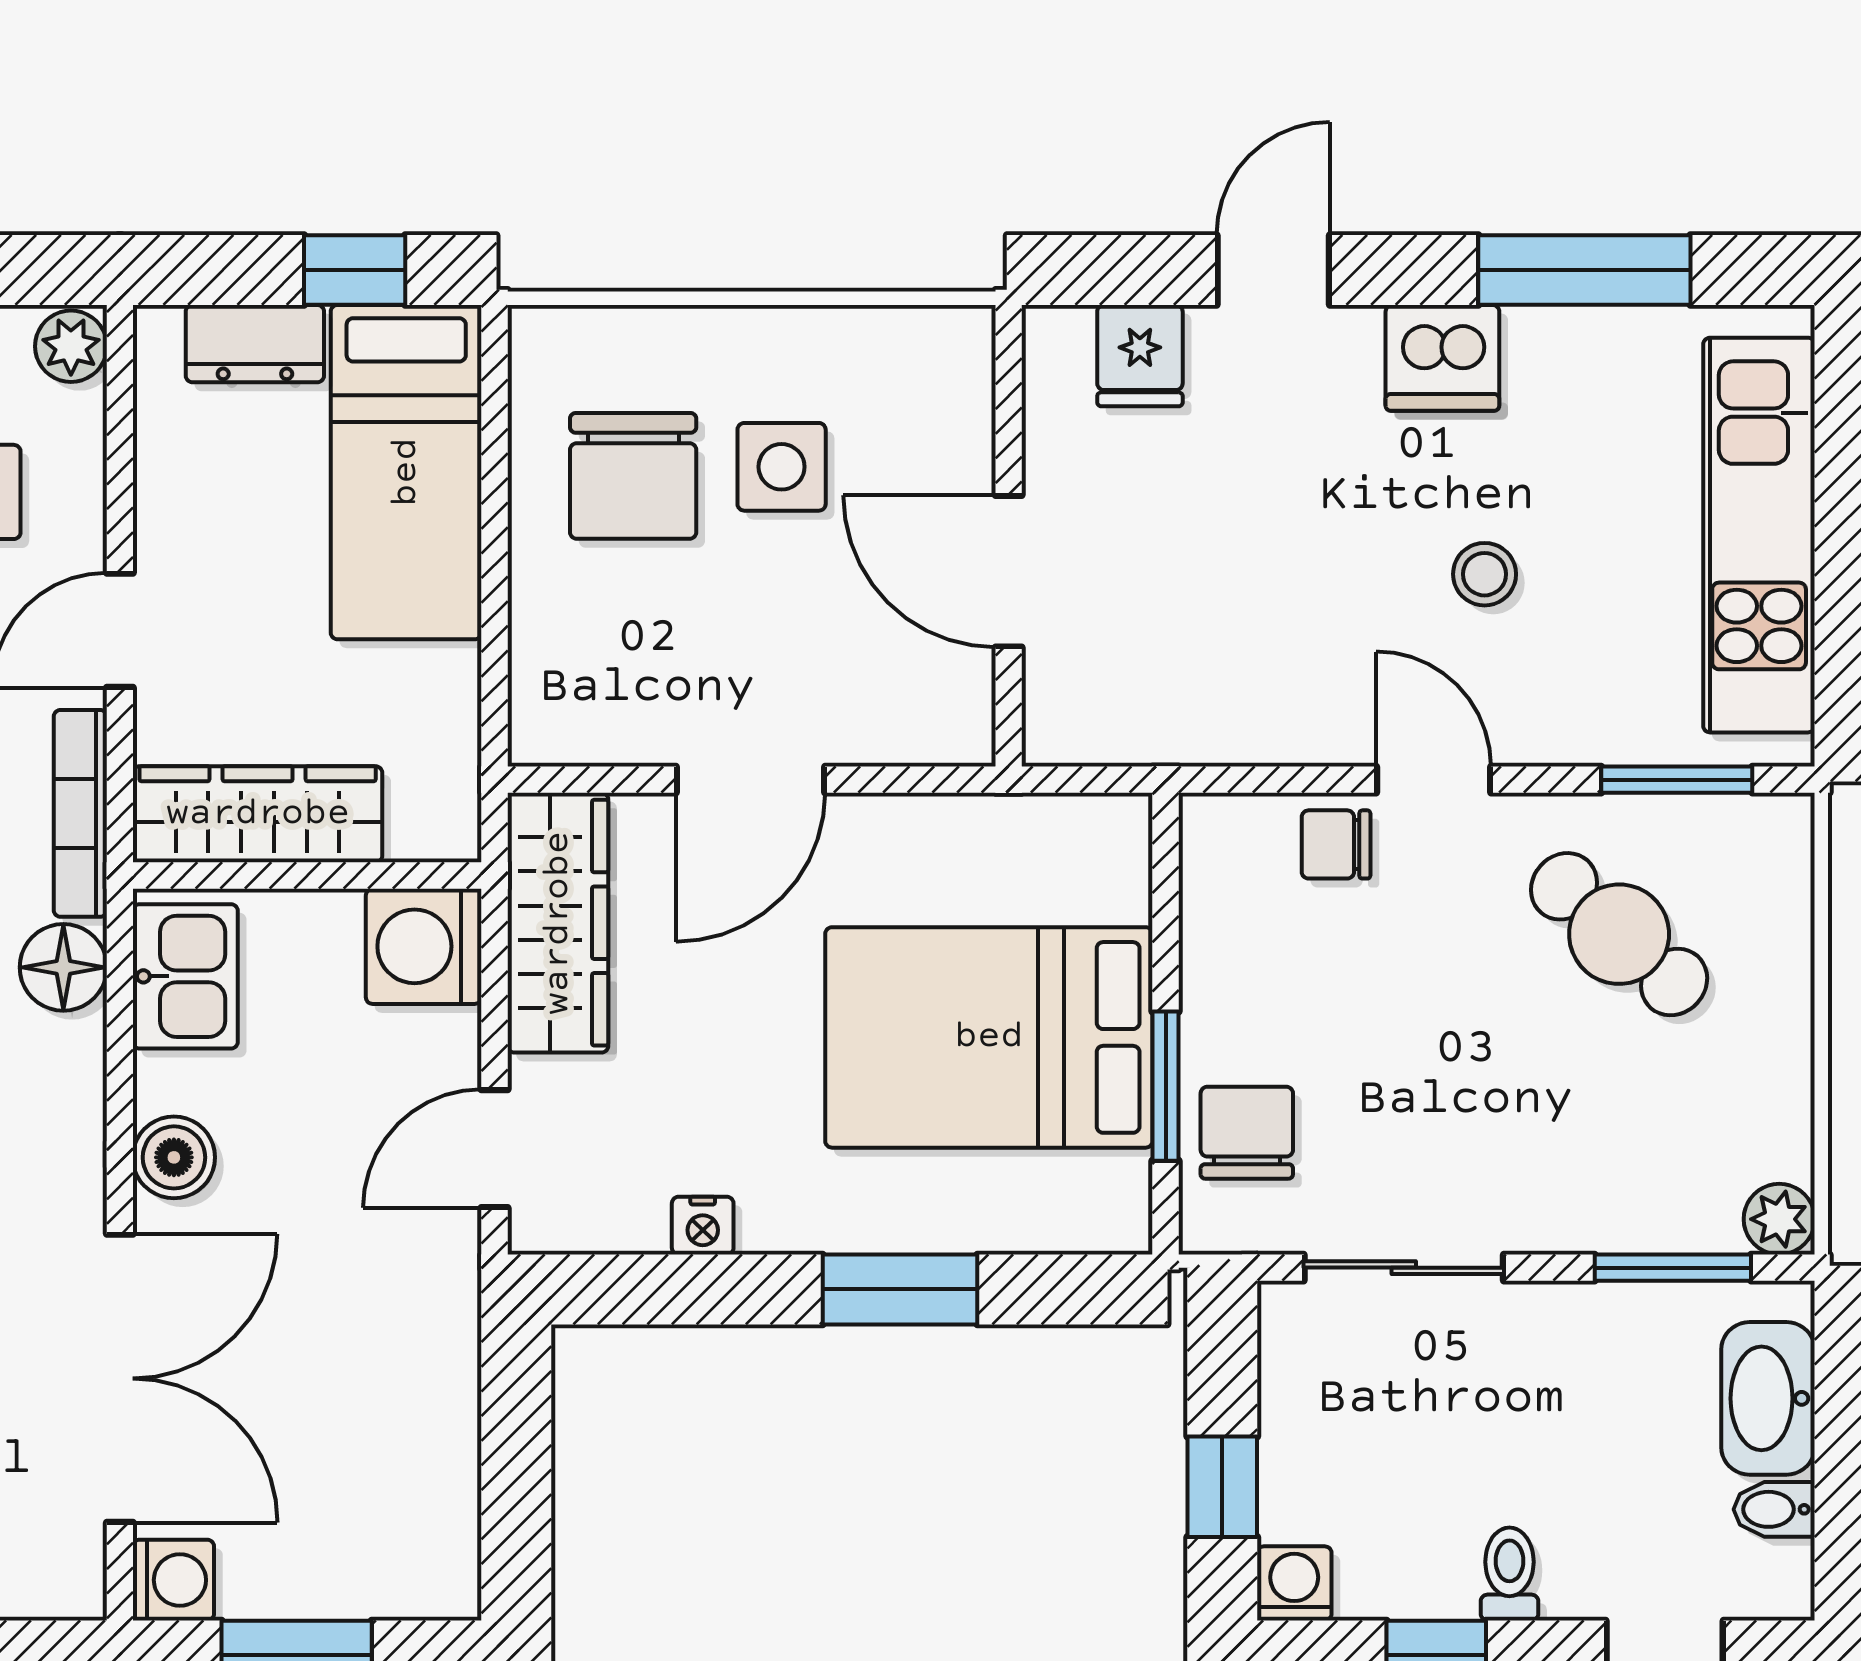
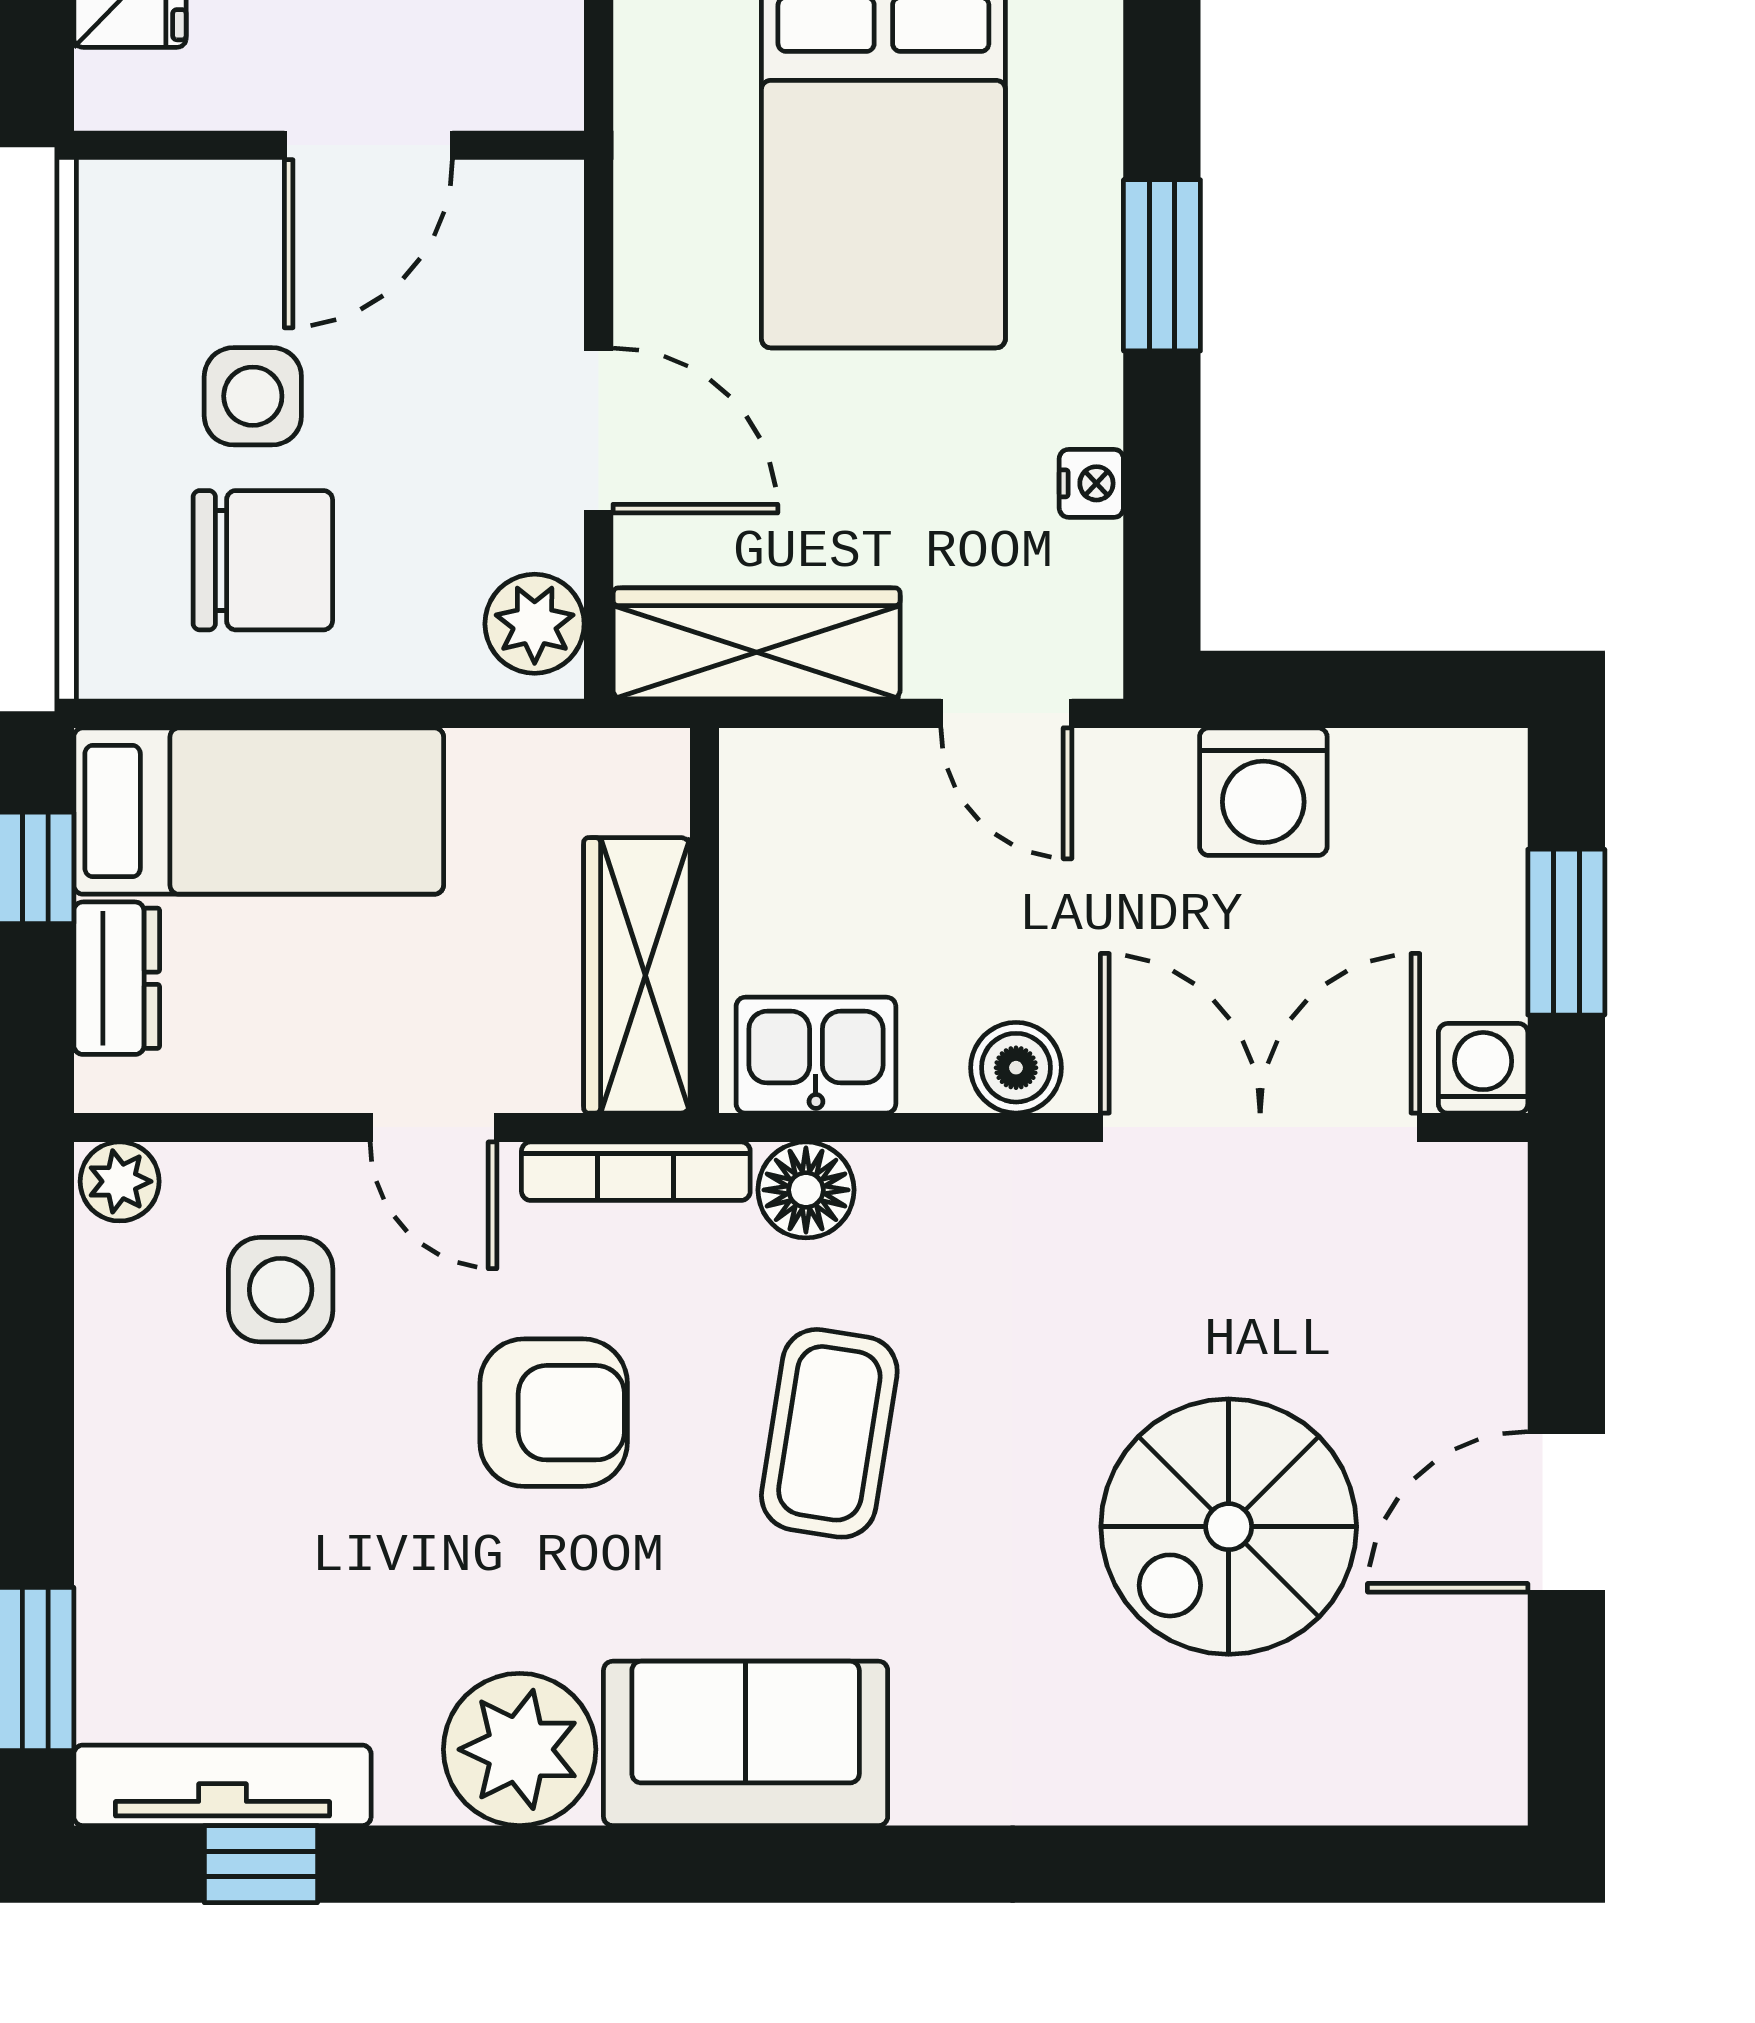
plant: (576, 722) -> (535, 624), added
washing machine: (424, 946) -> (1263, 792), moved

